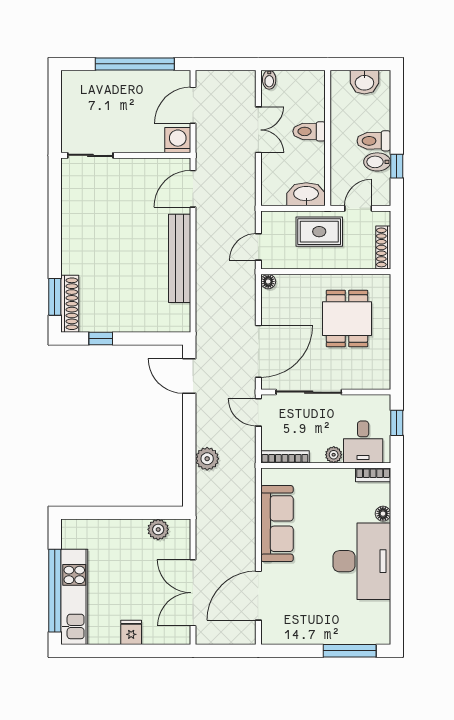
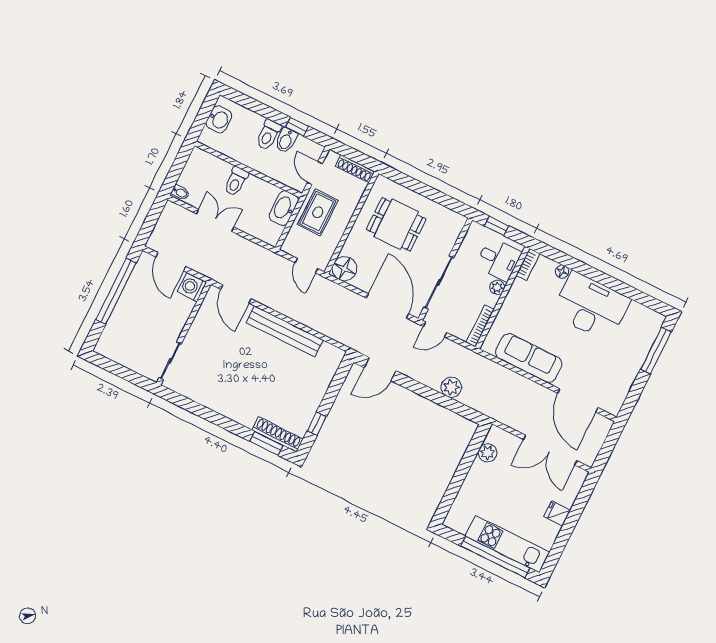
floor lamp: (268, 281) -> (345, 269), width x1.89, depth x1.89

